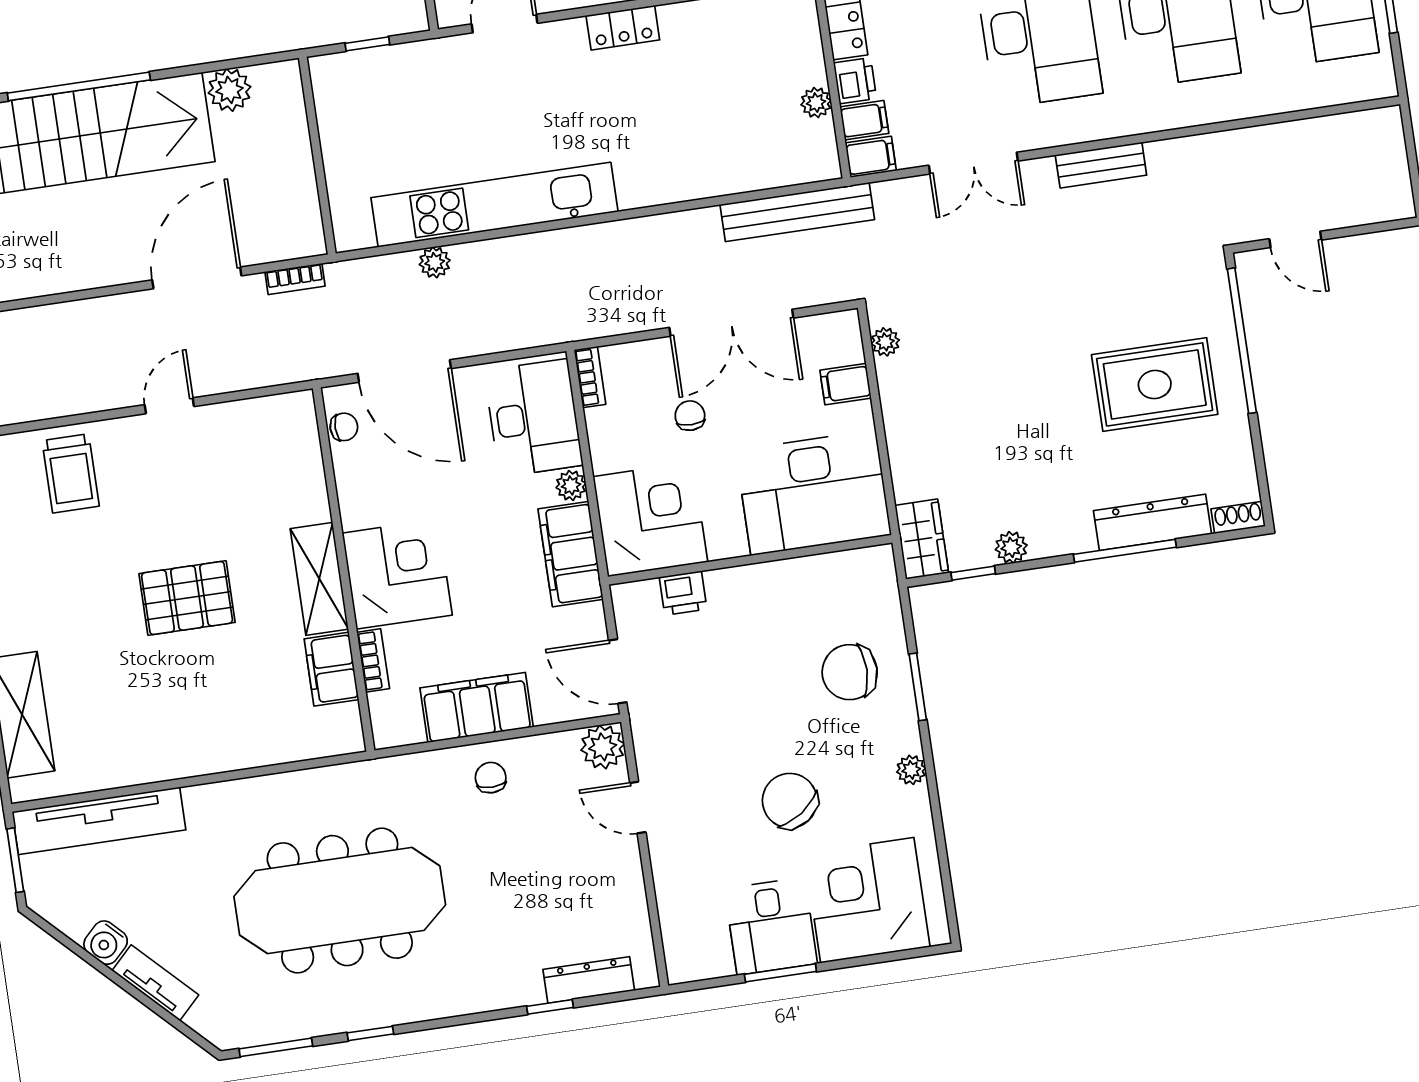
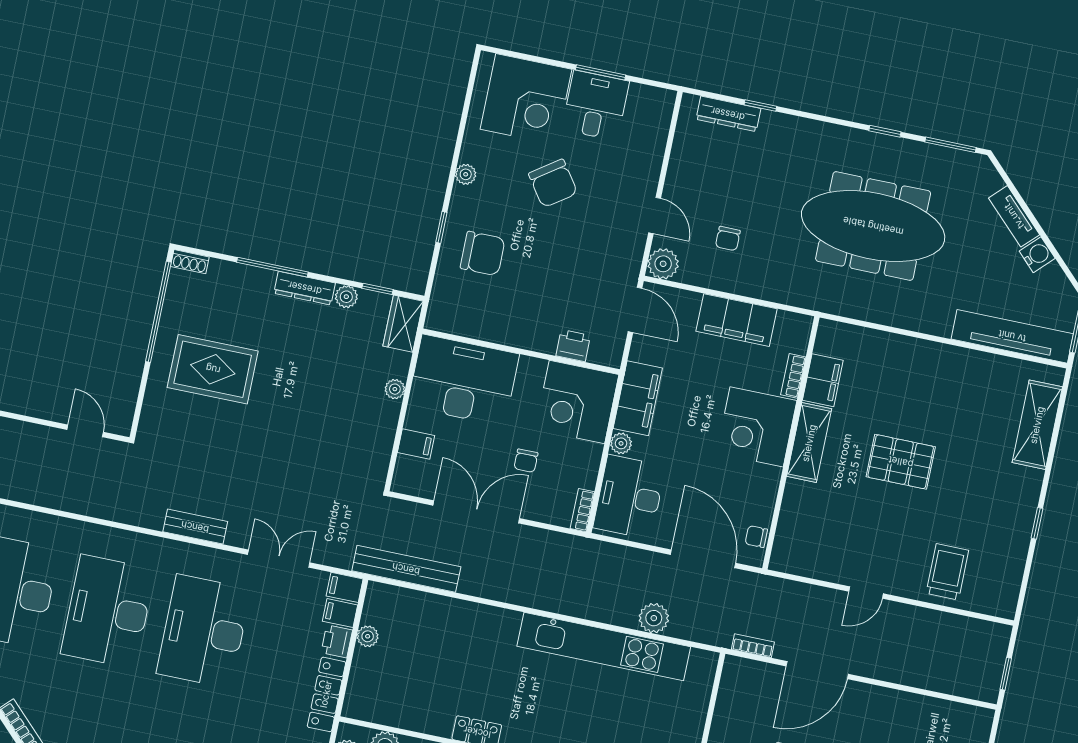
plant: (435, 262) -> (654, 618), width x1.38, depth x1.38
window: (1242, 341) -> (158, 312), moved
plant: (885, 342) -> (395, 389), moved
dresser: (1152, 522) -> (305, 288), moved, width x0.73, depth x0.80
window: (918, 687) -> (441, 227), width x0.67
chair: (491, 778) -> (728, 239), moved

